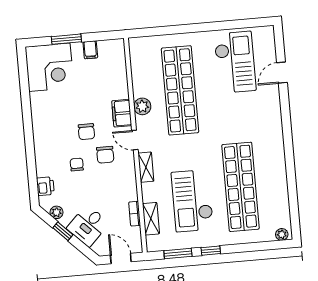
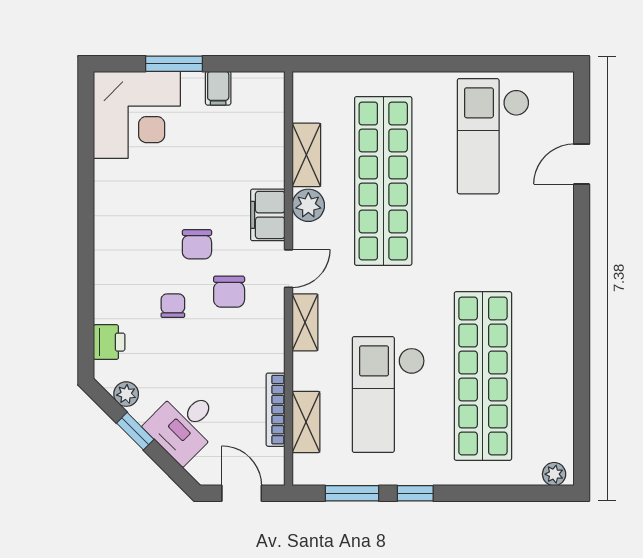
checkout: (235, 62) -> (493, 136), turned 180
shelving: (139, 80) -> (306, 155), added
door: (135, 140) -> (289, 269), swing flipped
bookcase: (135, 214) -> (276, 410), width x1.56

